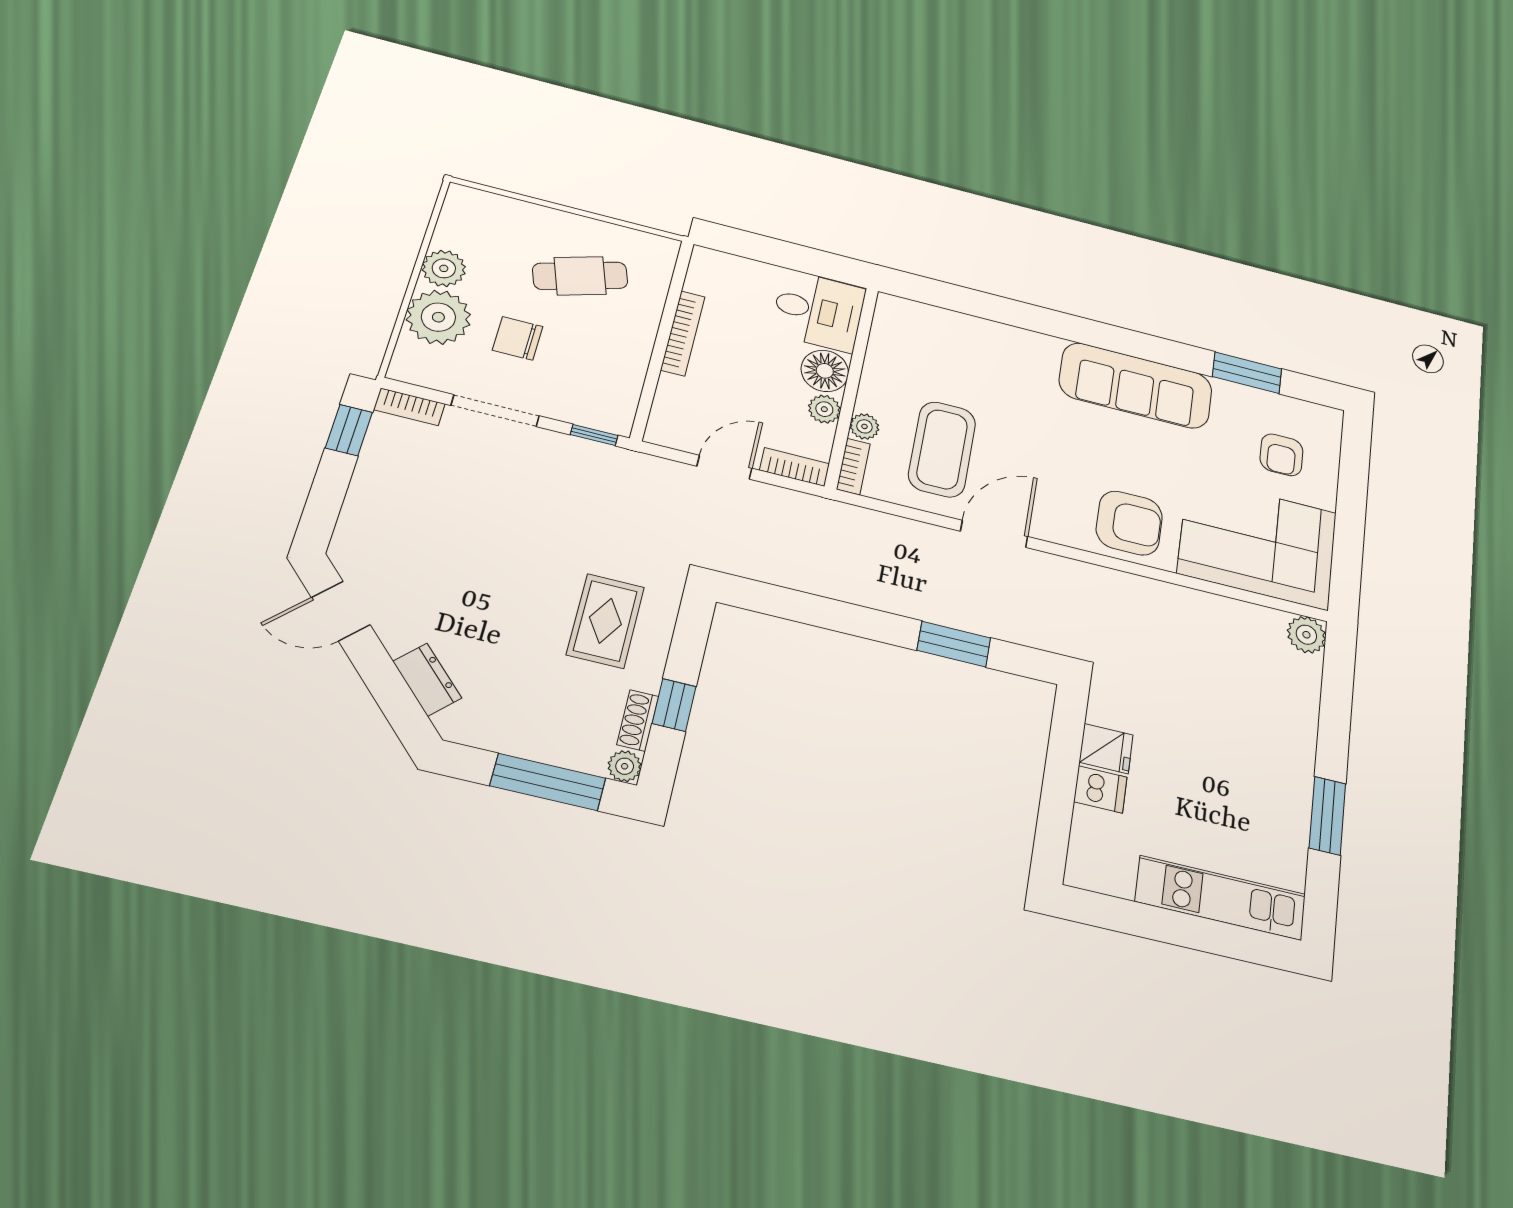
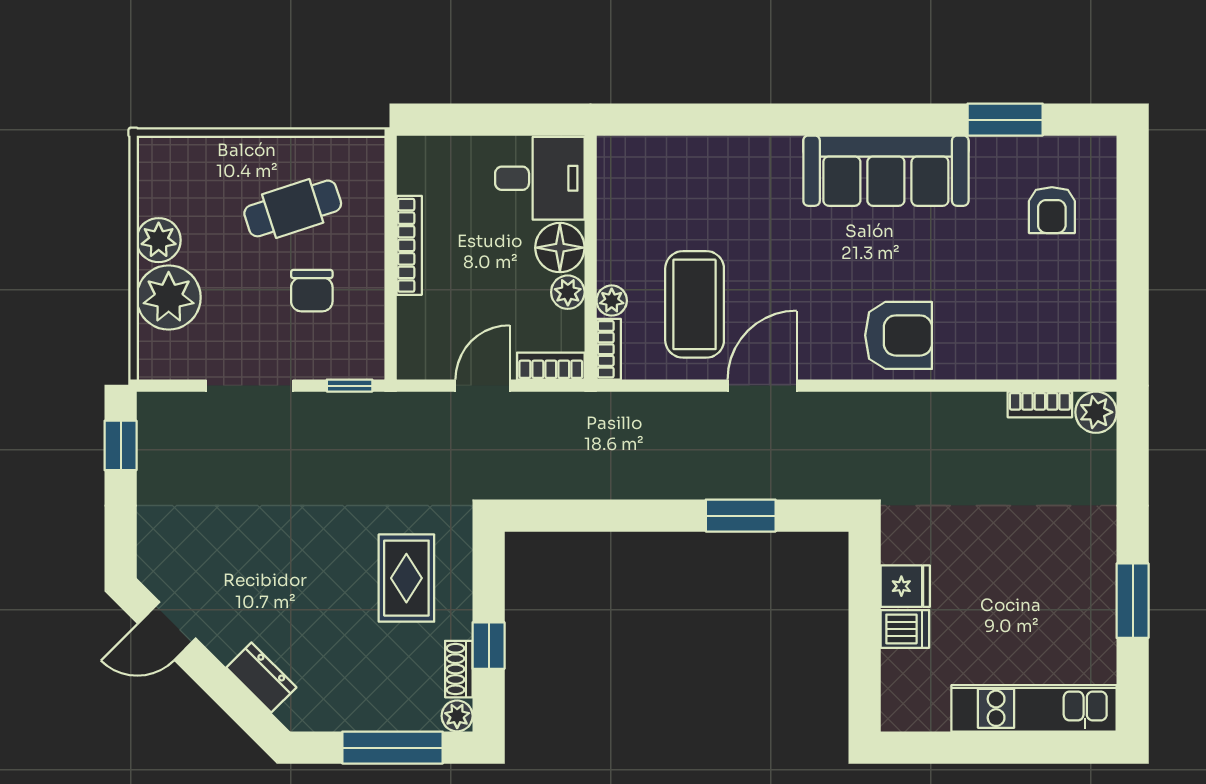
chair: (518, 338) -> (312, 291), moved, turned -90
bookcase: (409, 407) -> (1040, 404), moved
corner sofa: (1257, 543) -> (1035, 322), removed

